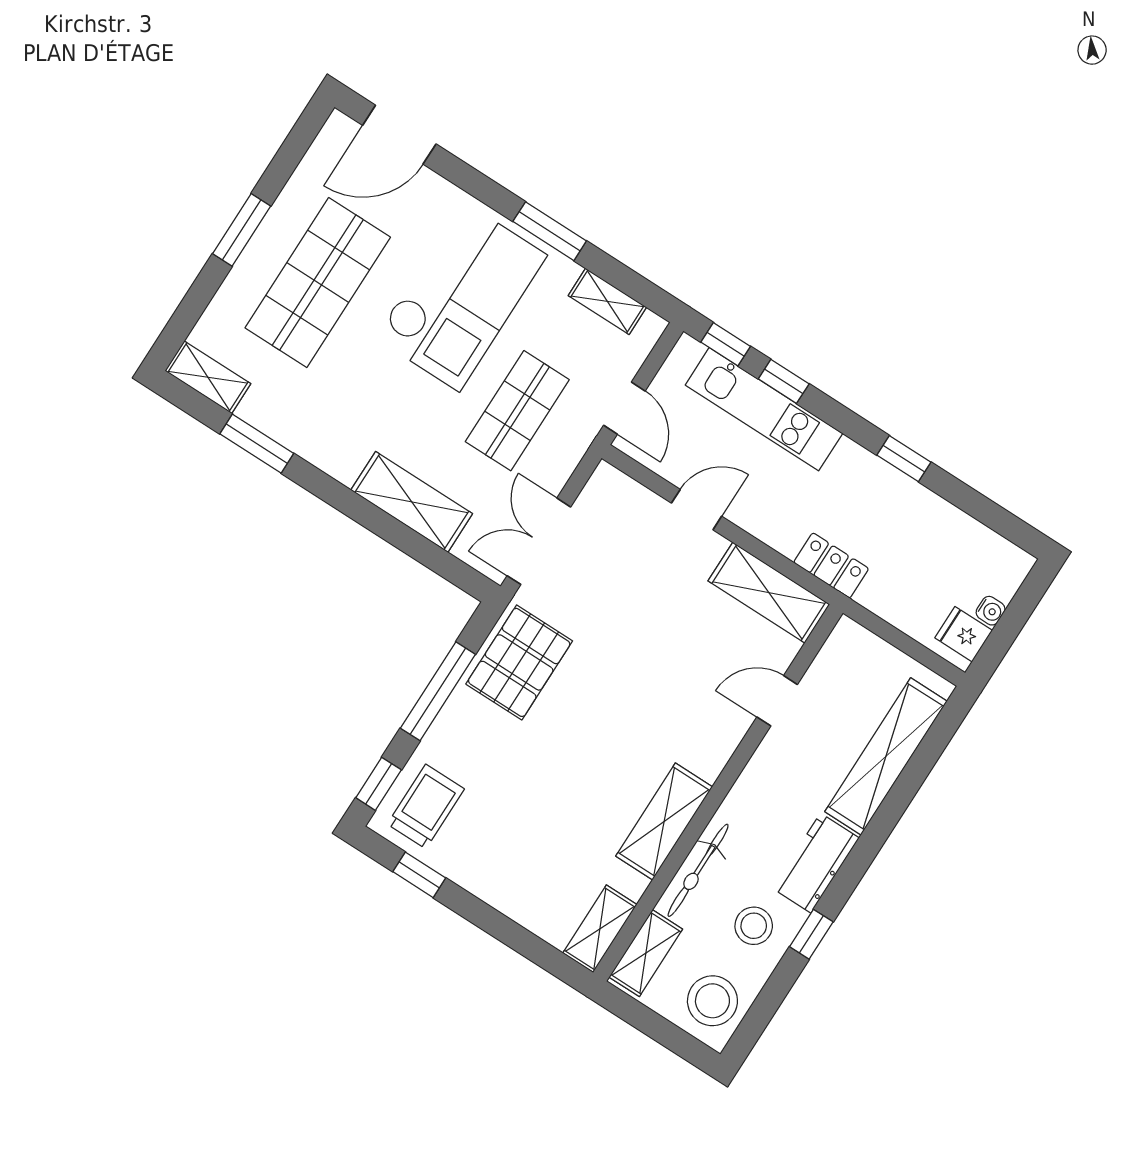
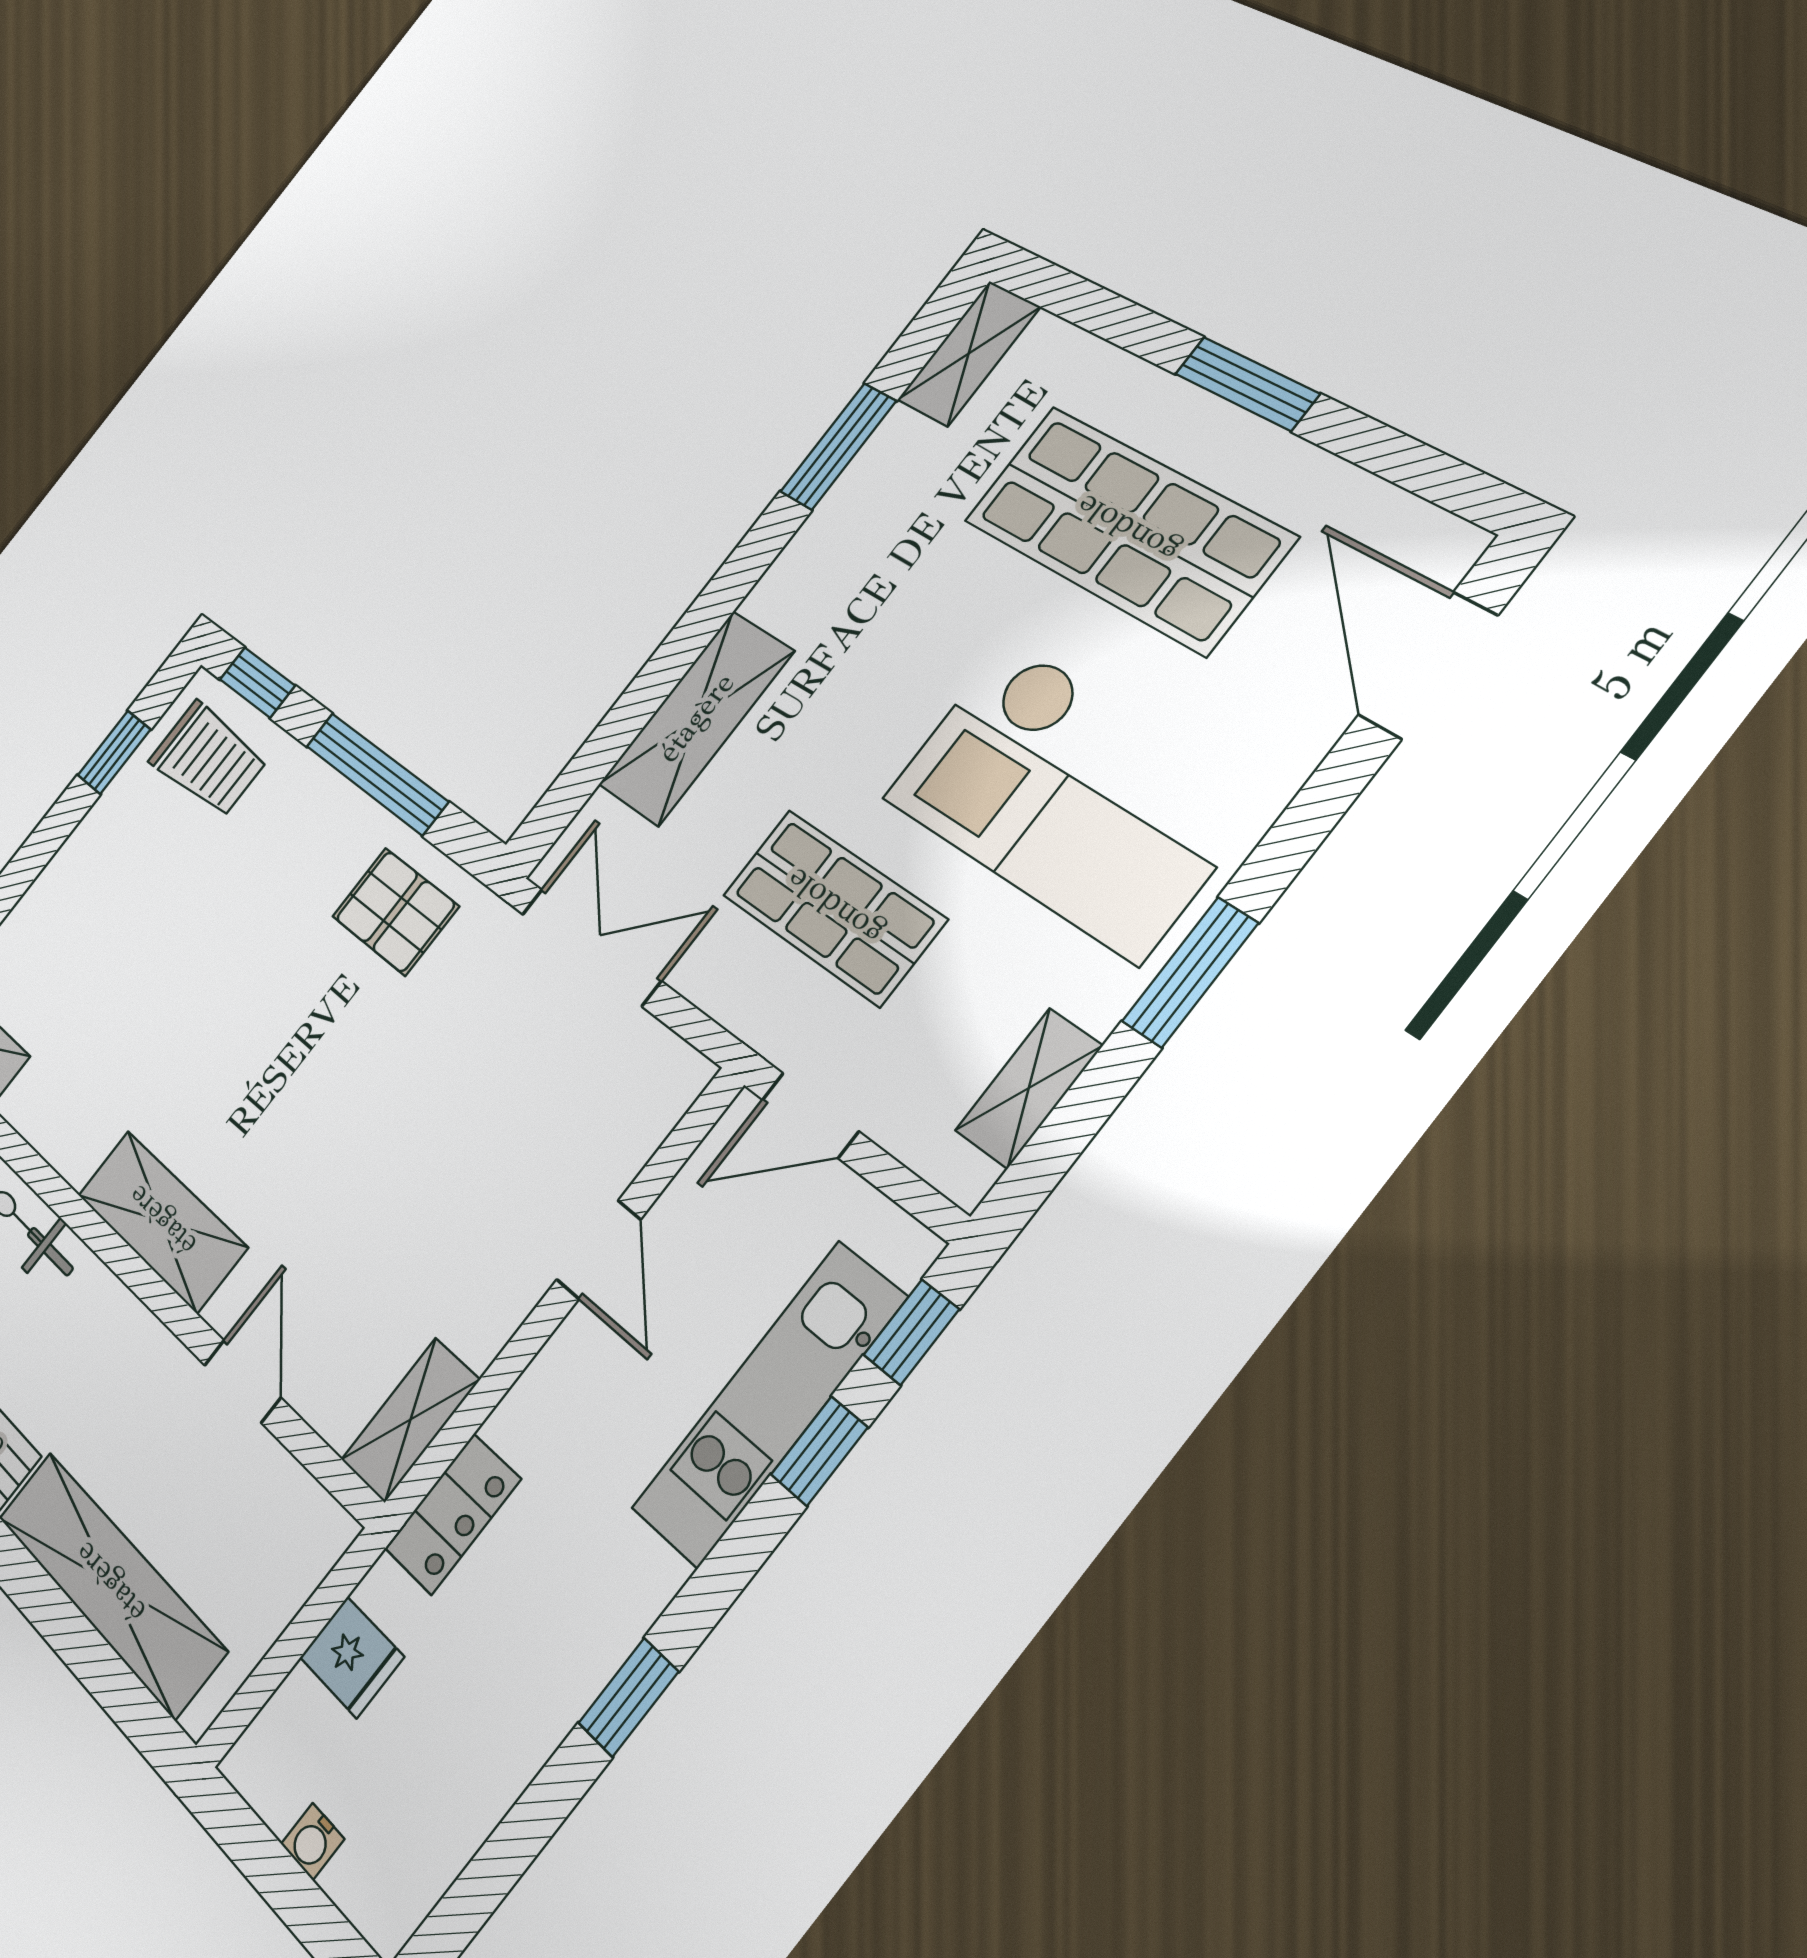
shelving: (769, 593) -> (410, 1420), width x0.67, depth x0.75
fridge: (964, 634) -> (352, 1657), moved, turned 90
pallet: (519, 662) -> (395, 911), width x0.67, depth x0.71
shelving: (664, 822) -> (162, 1221), moved

